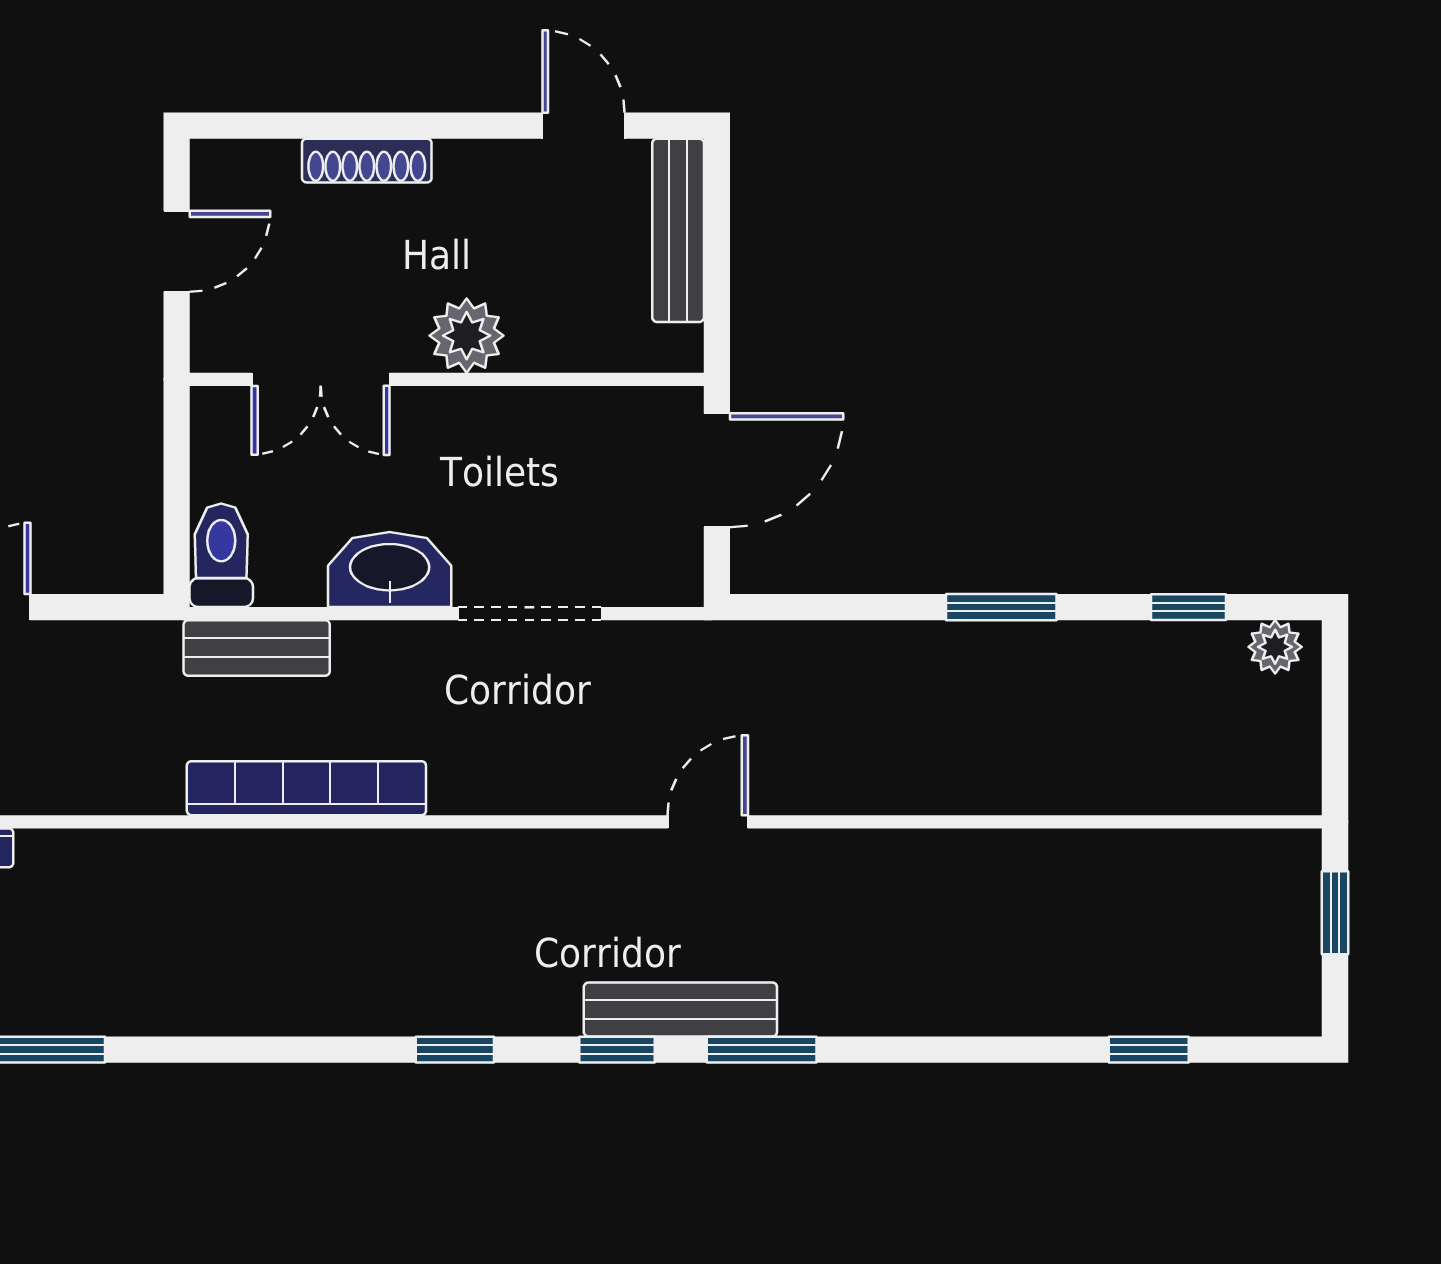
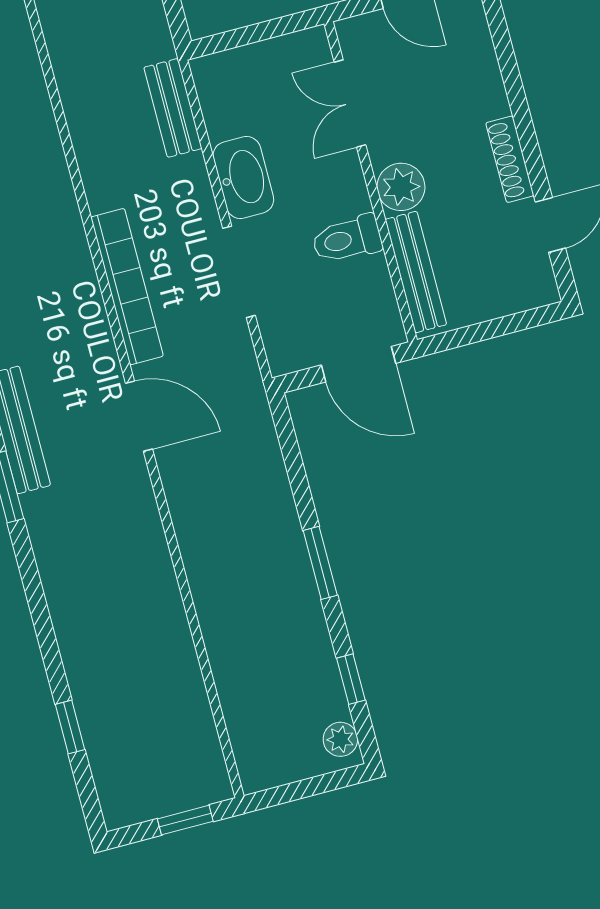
shoe rack: (367, 161) -> (510, 159), moved
bench: (678, 230) -> (416, 272), moved, turned 90
toilet: (221, 555) -> (347, 239), moved, turned 180
bookcase: (306, 788) -> (127, 287), moved
door: (708, 822) -> (139, 416), width x1.37

